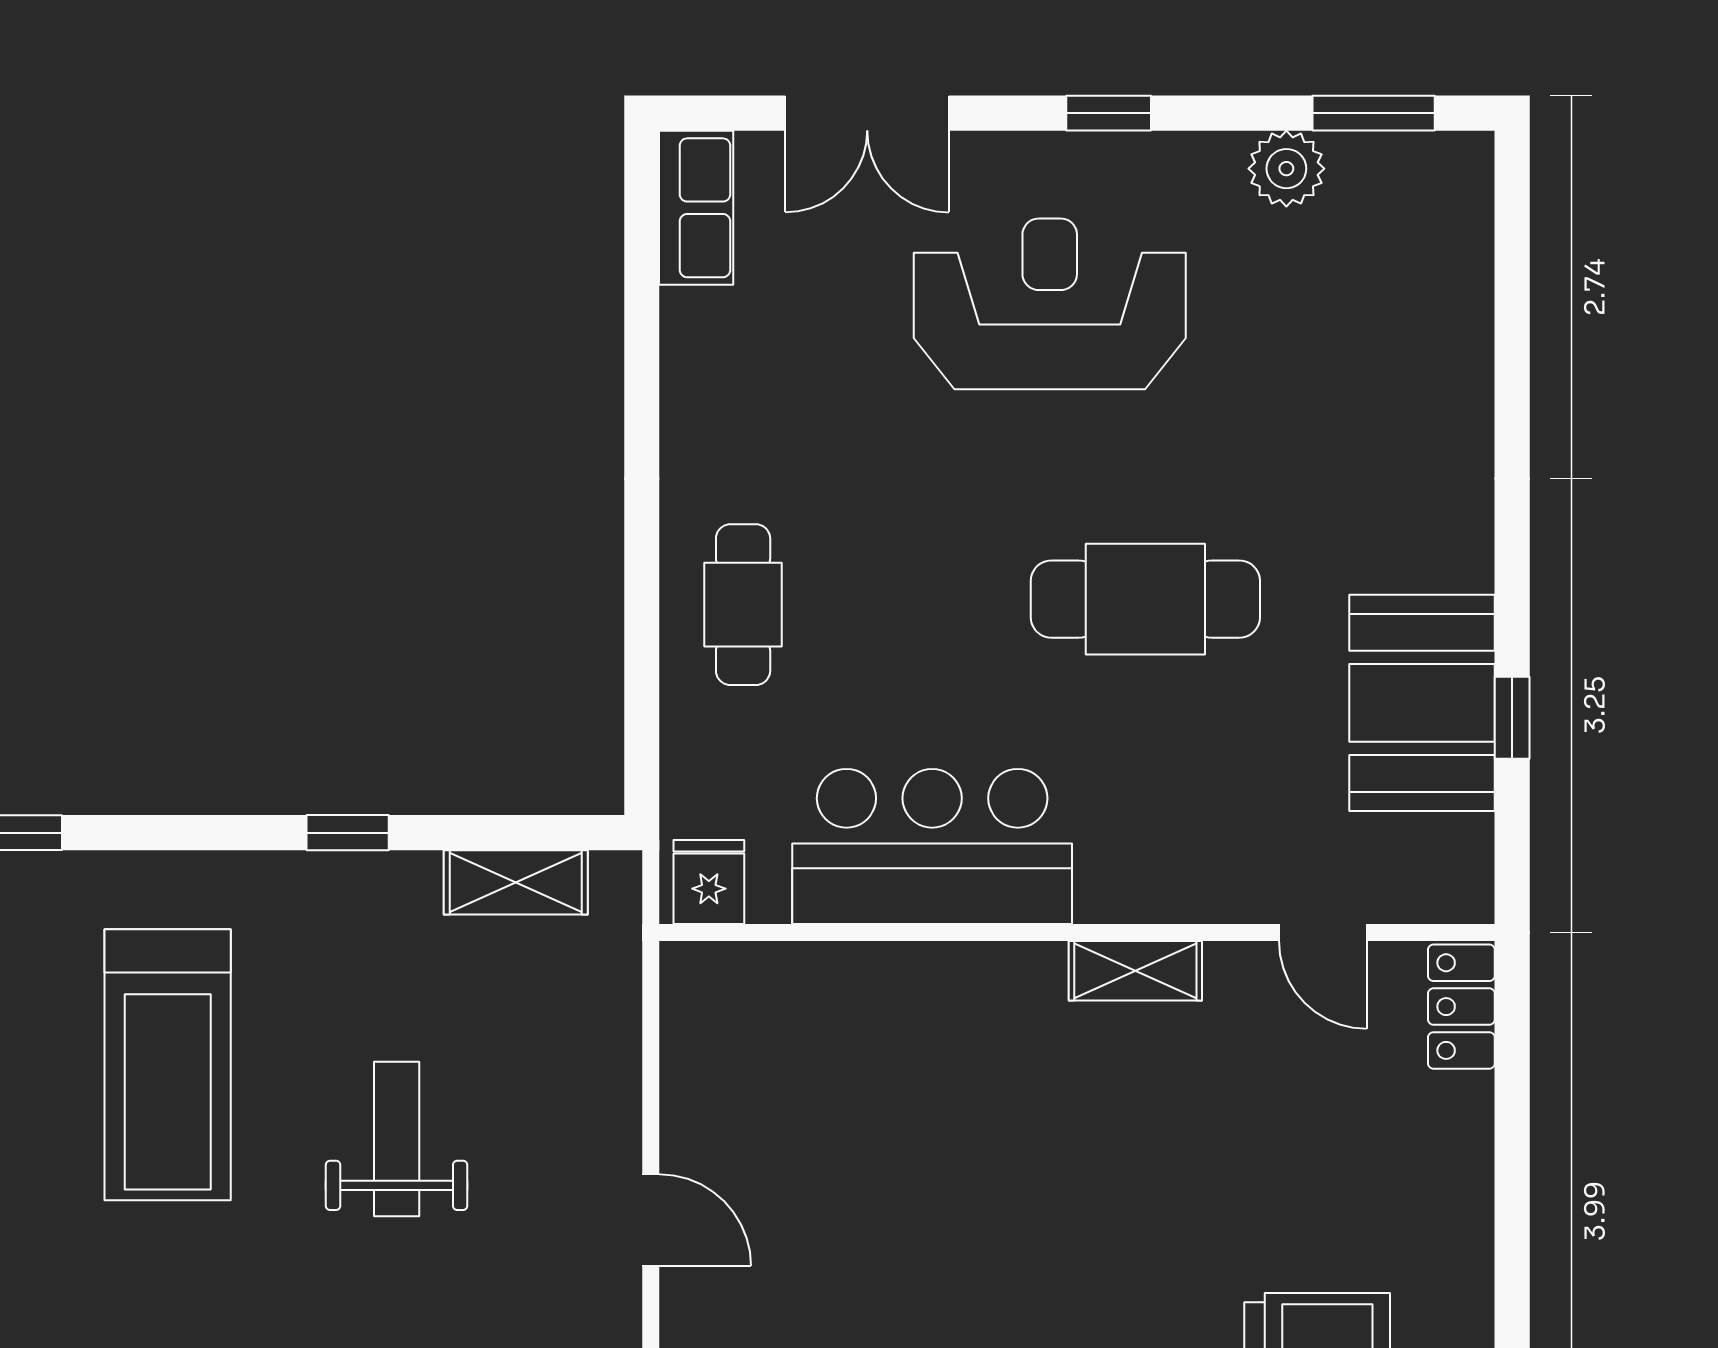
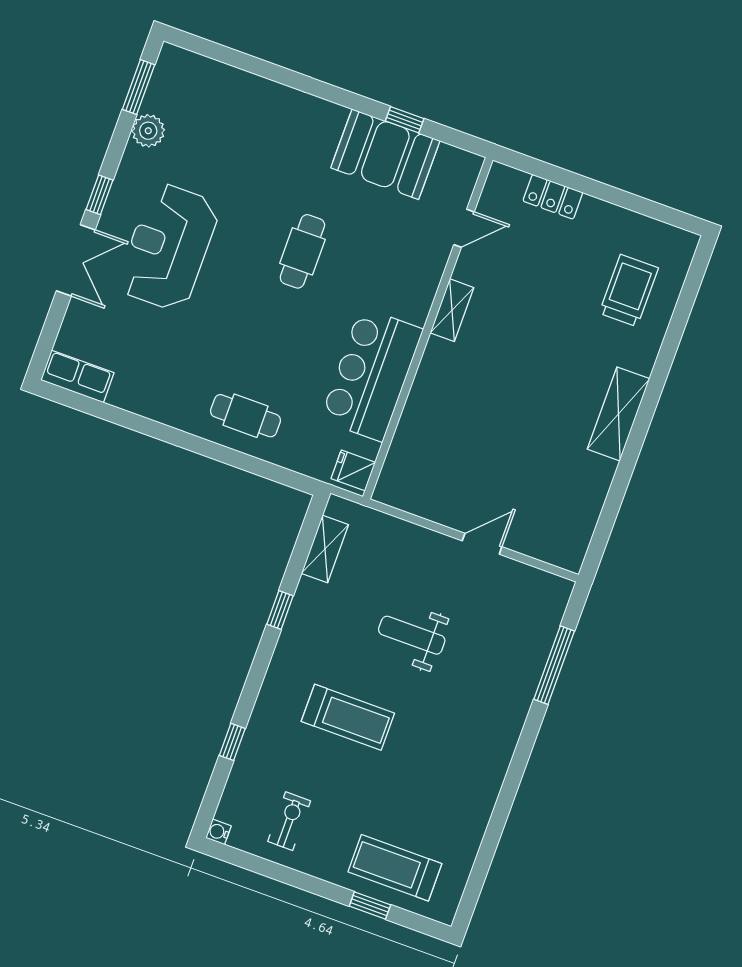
double door: (867, 113) -> (76, 260), moved
cafe table: (1145, 599) -> (302, 251), width x0.73, depth x0.74
locker: (1461, 1007) -> (553, 197), moved
treadmill: (168, 1065) -> (348, 717), width x0.73, depth x0.73

